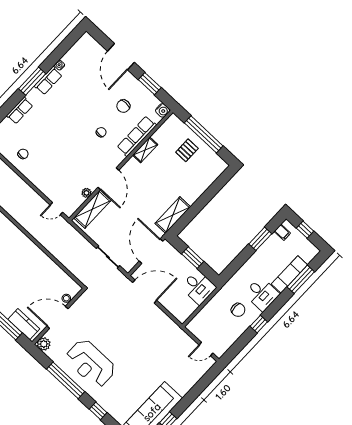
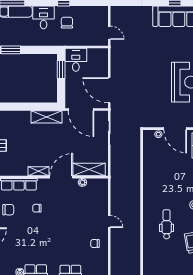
shelving: (145, 150) -> (38, 171), moved
door: (56, 209) -> (109, 222), moved
door: (151, 251) -> (81, 110), hinge flipped
window: (193, 258) -> (61, 70), moved
door: (206, 349) -> (109, 33), moved

